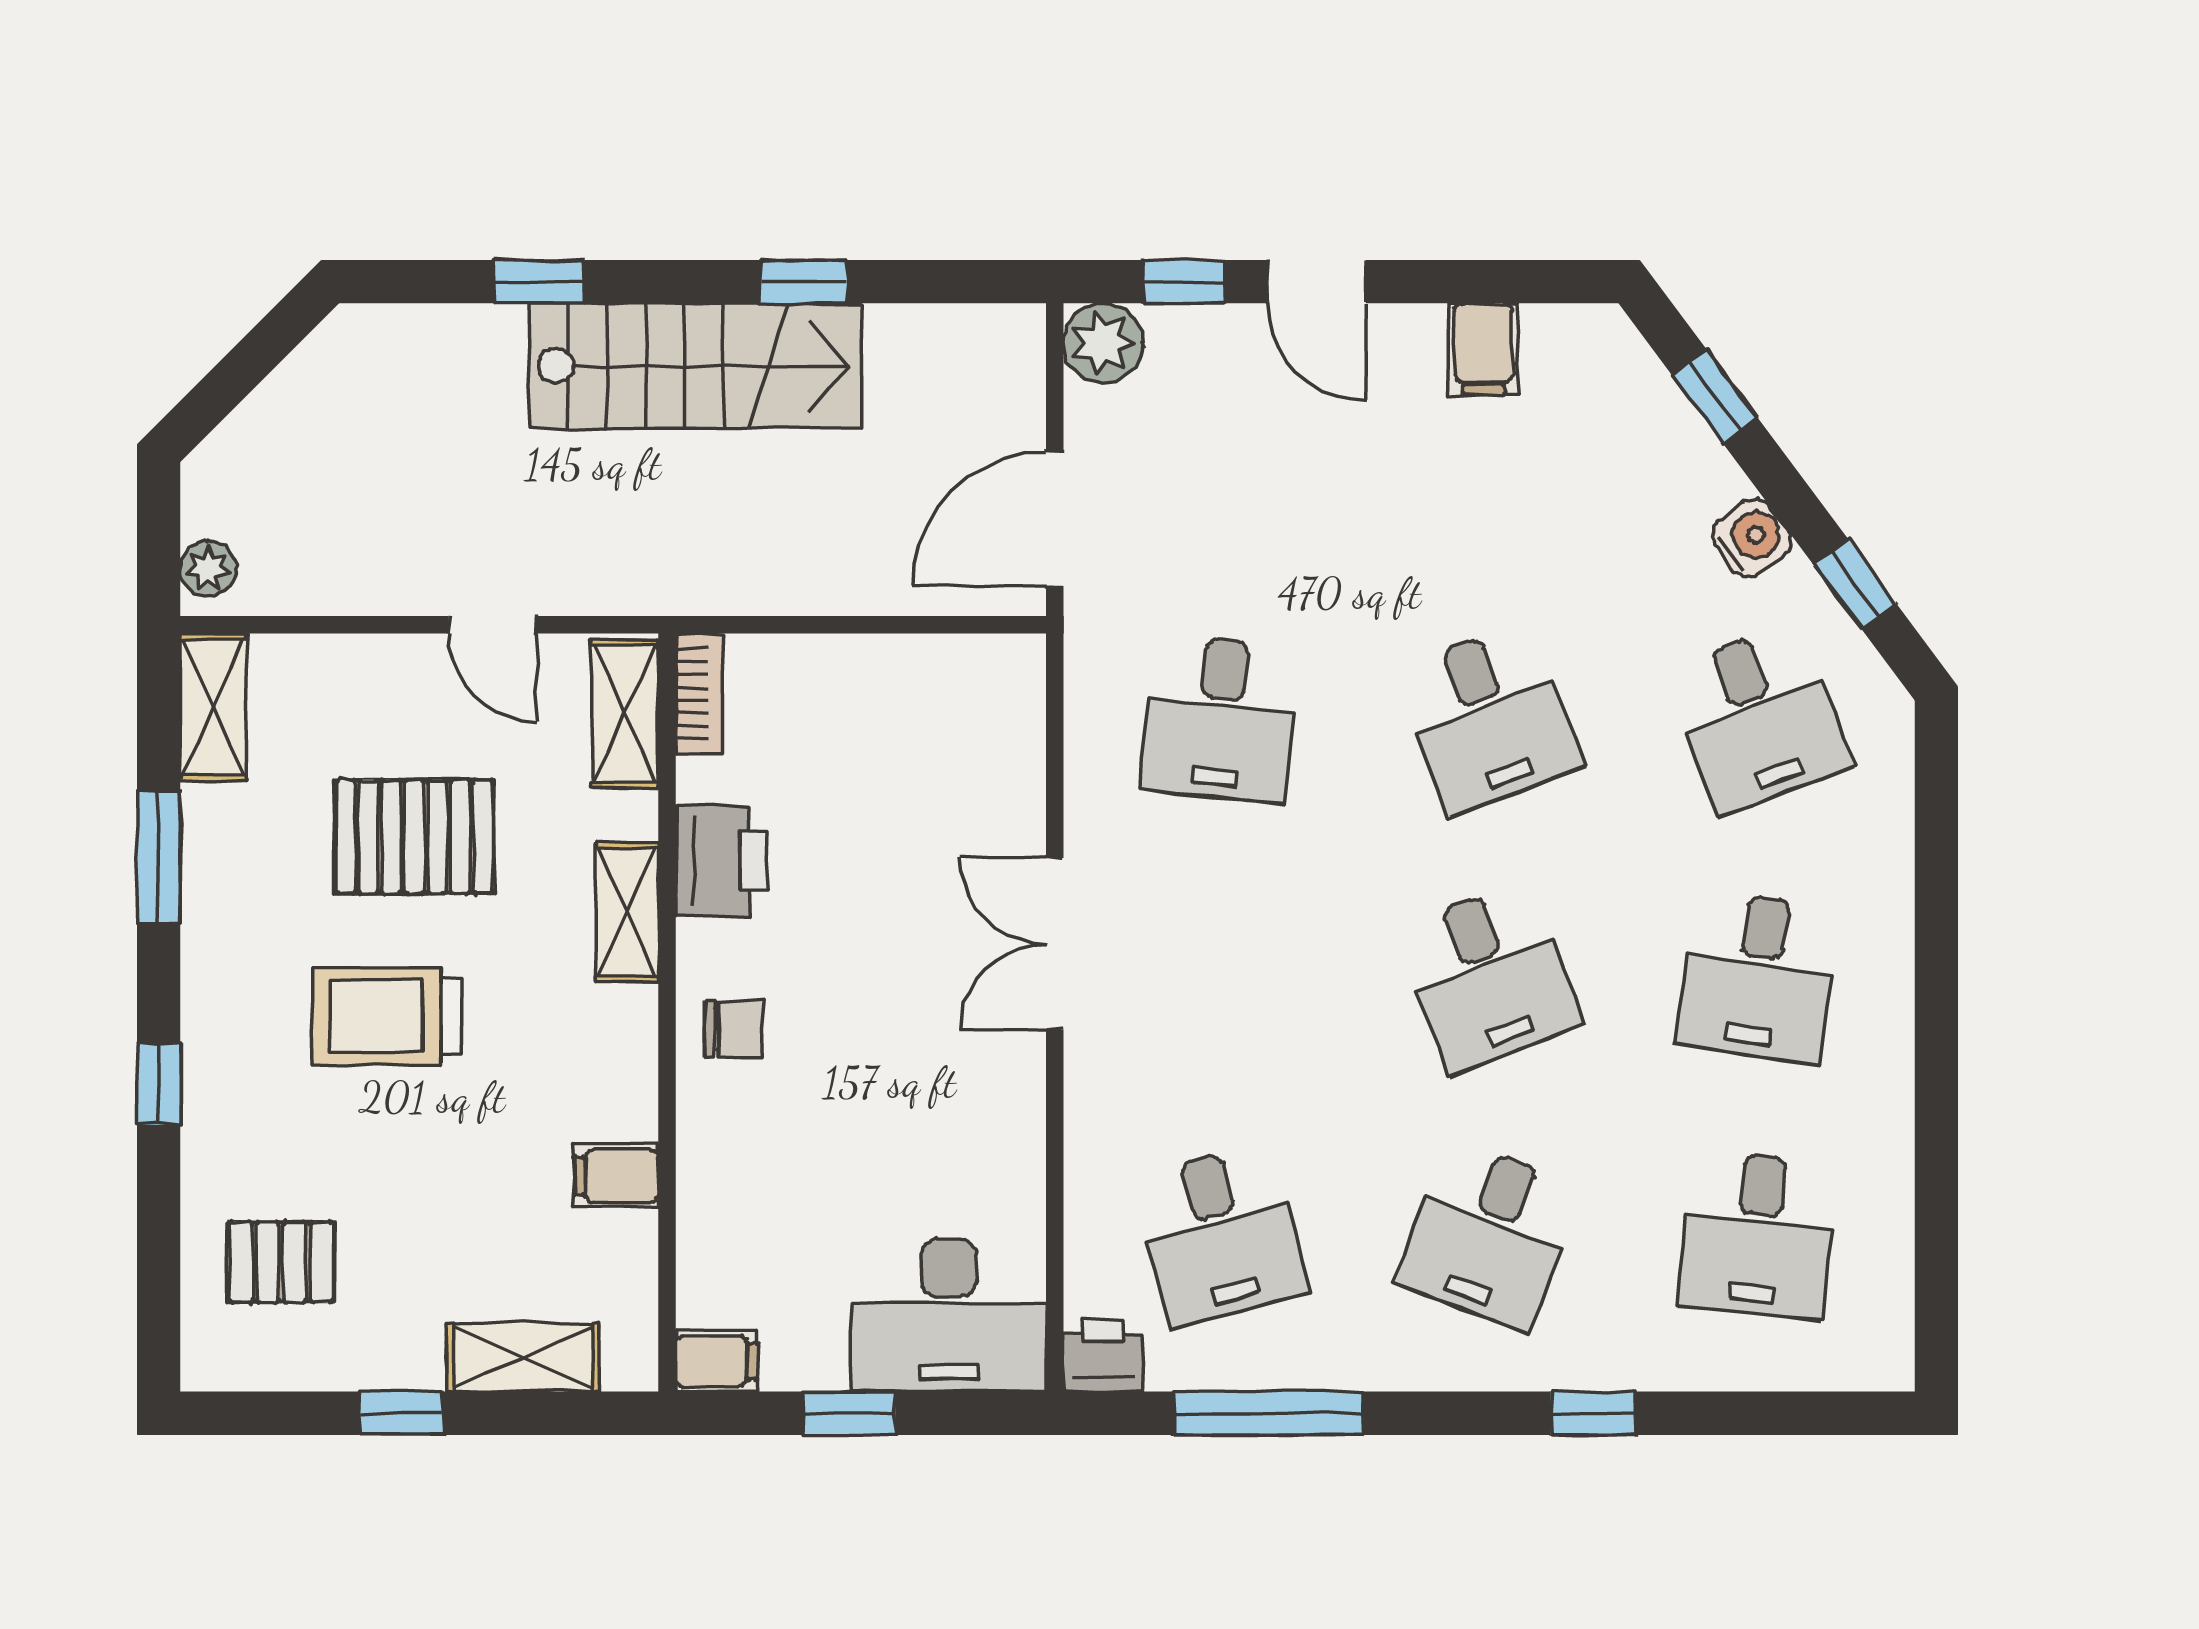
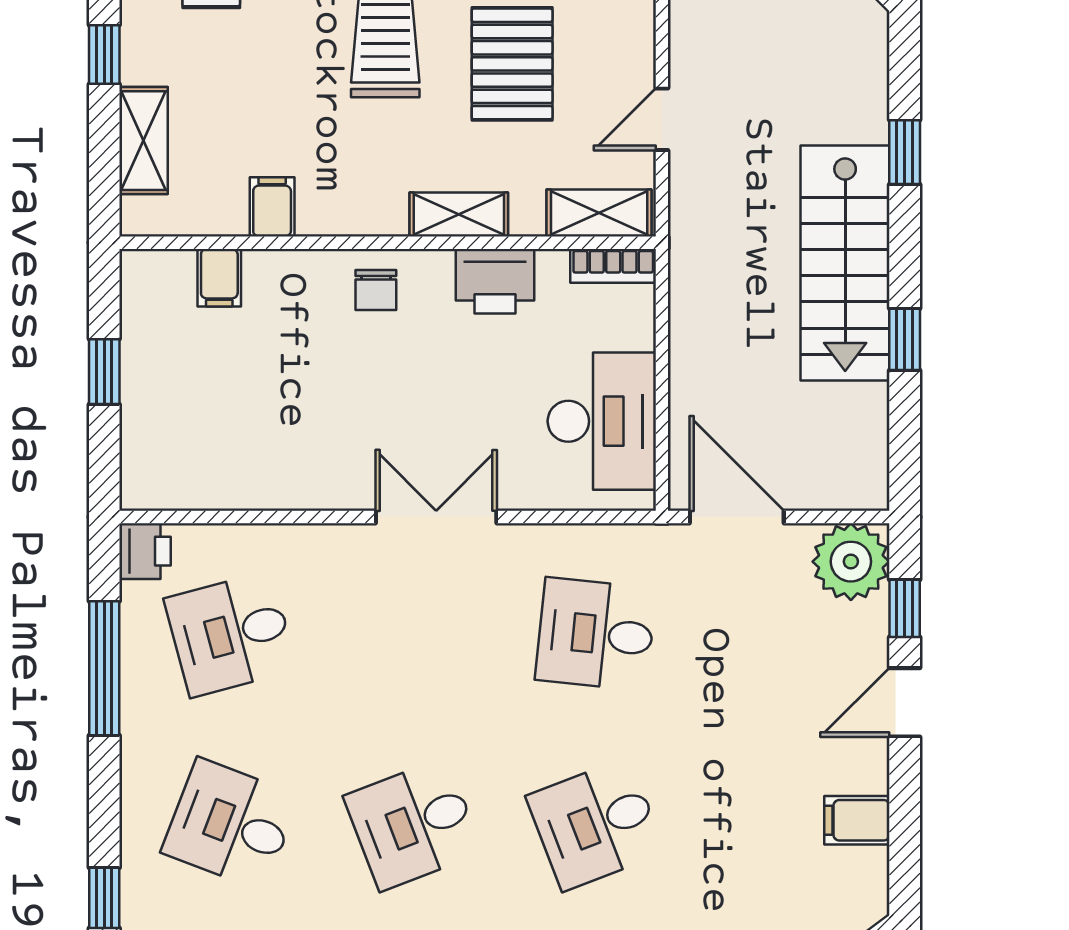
plant: (1103, 343) -> (851, 562), width x1.36, depth x1.36
desk: (949, 1315) -> (602, 421), moved, turned 180
filing cabinet: (716, 1361) -> (219, 278), moved

